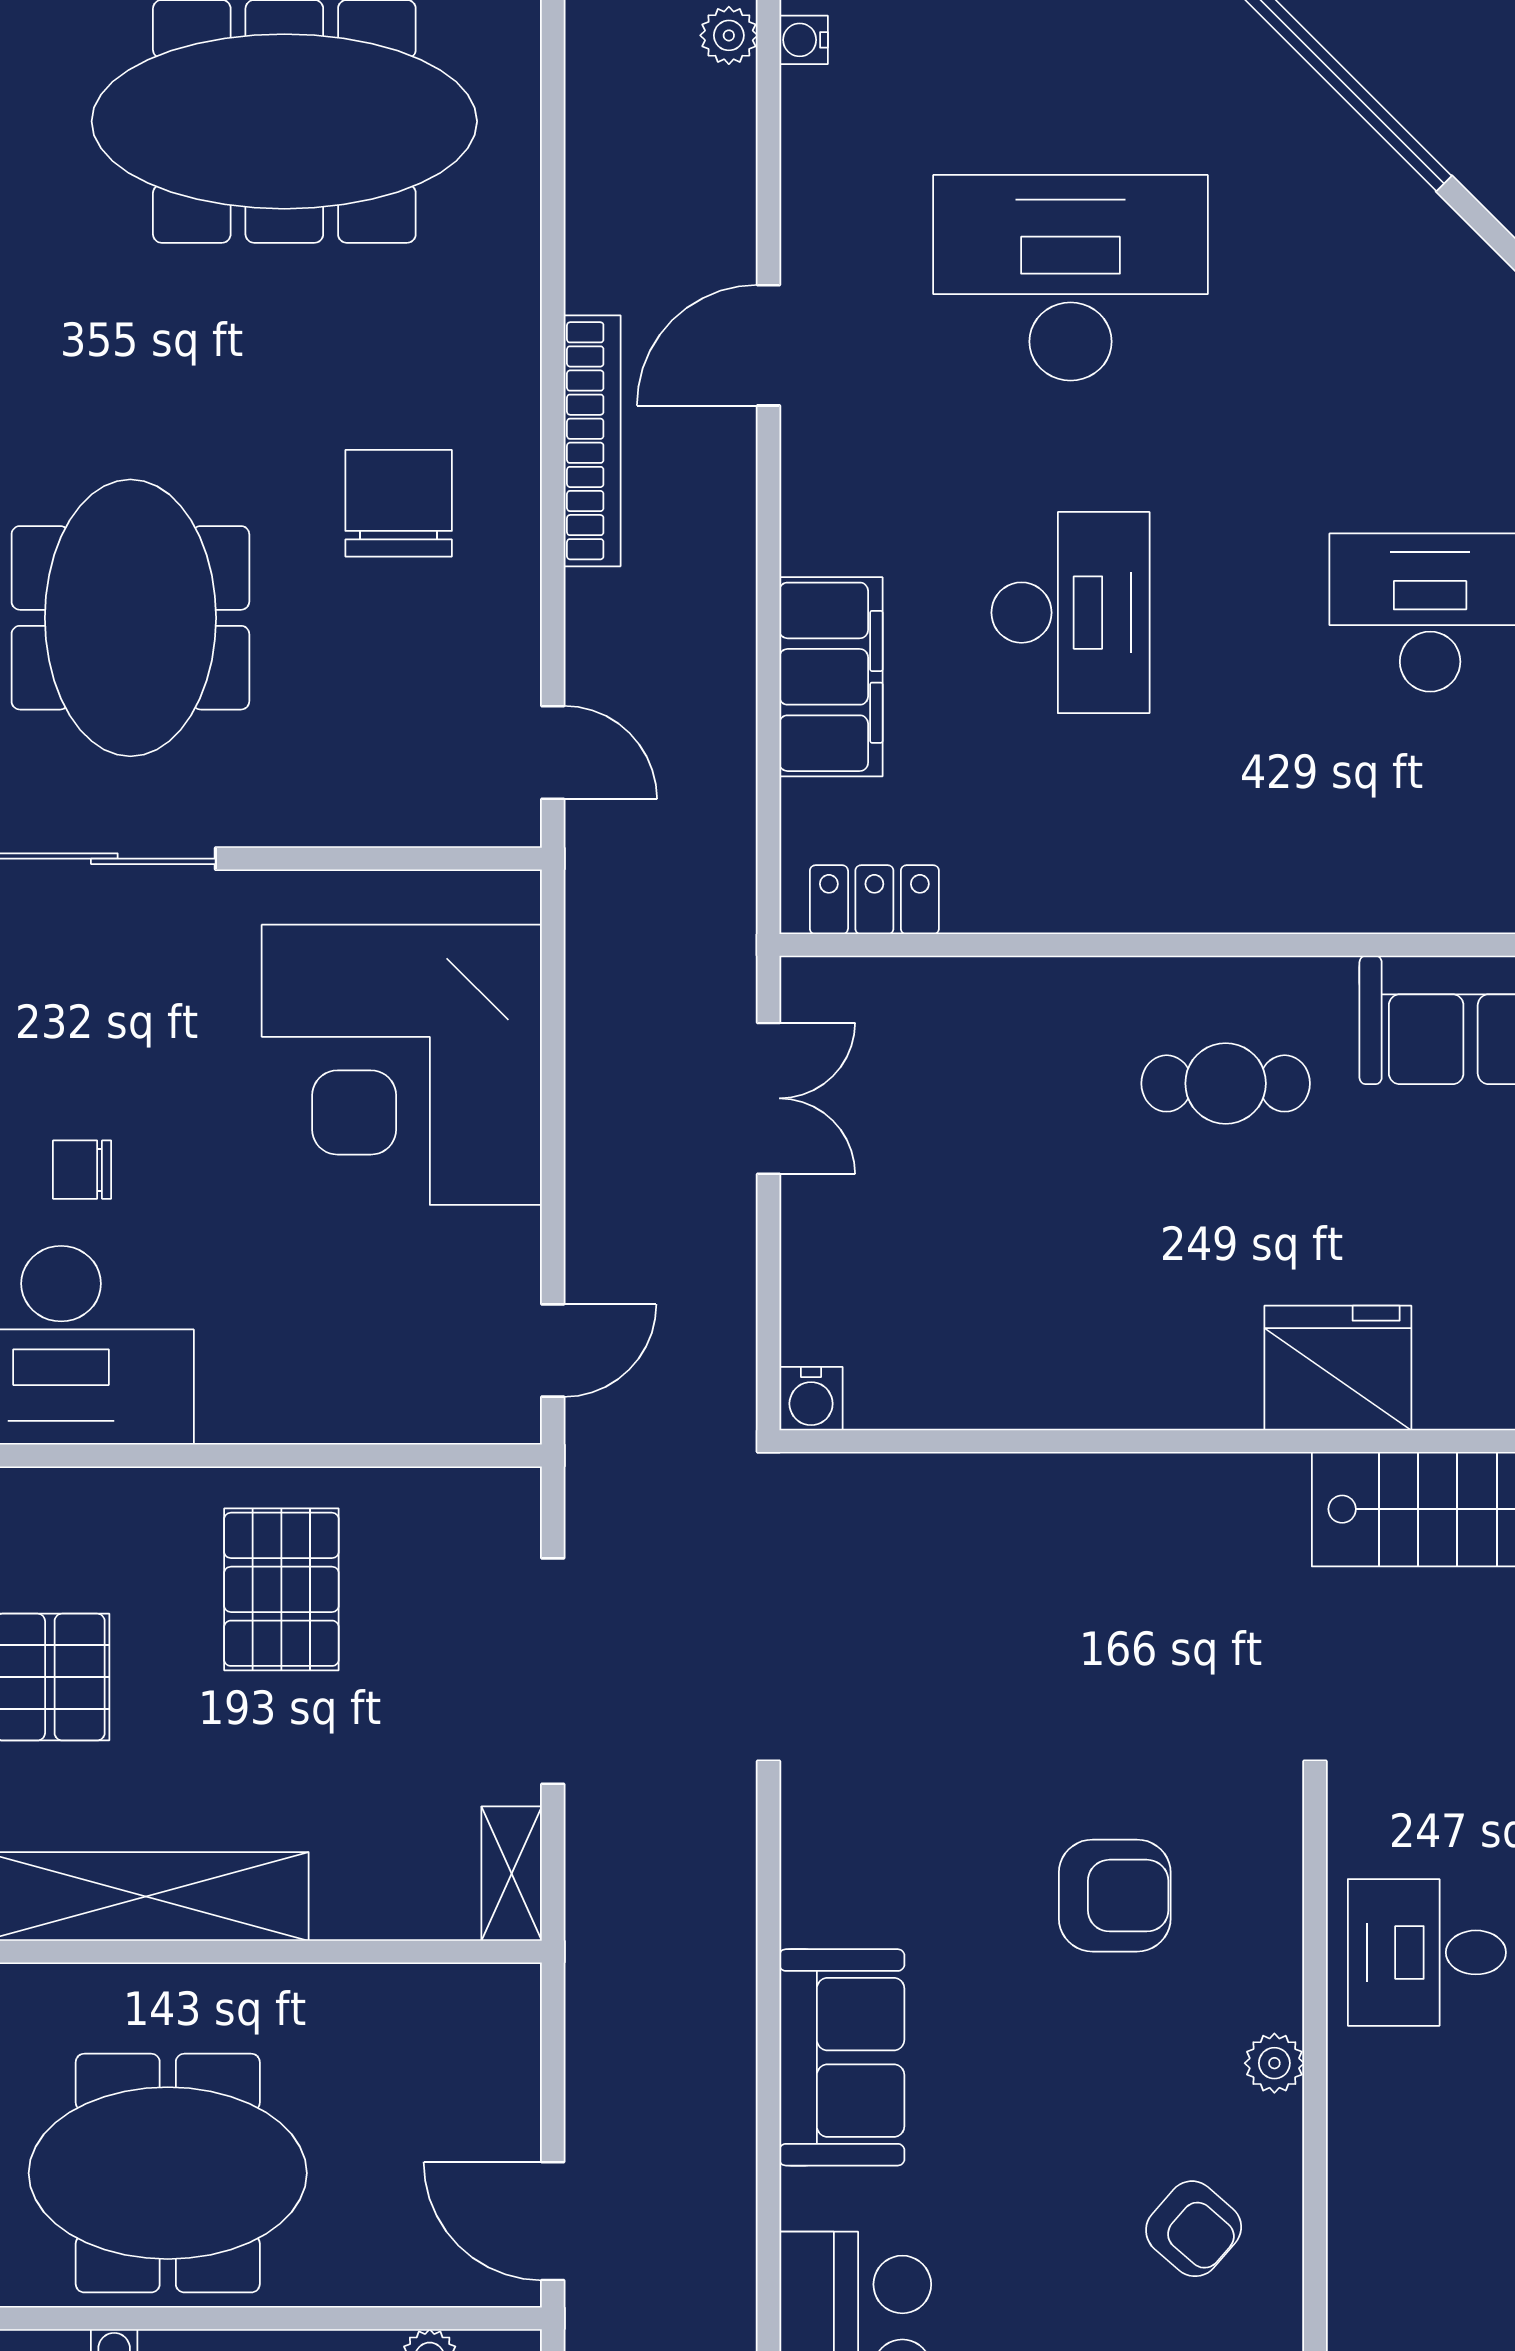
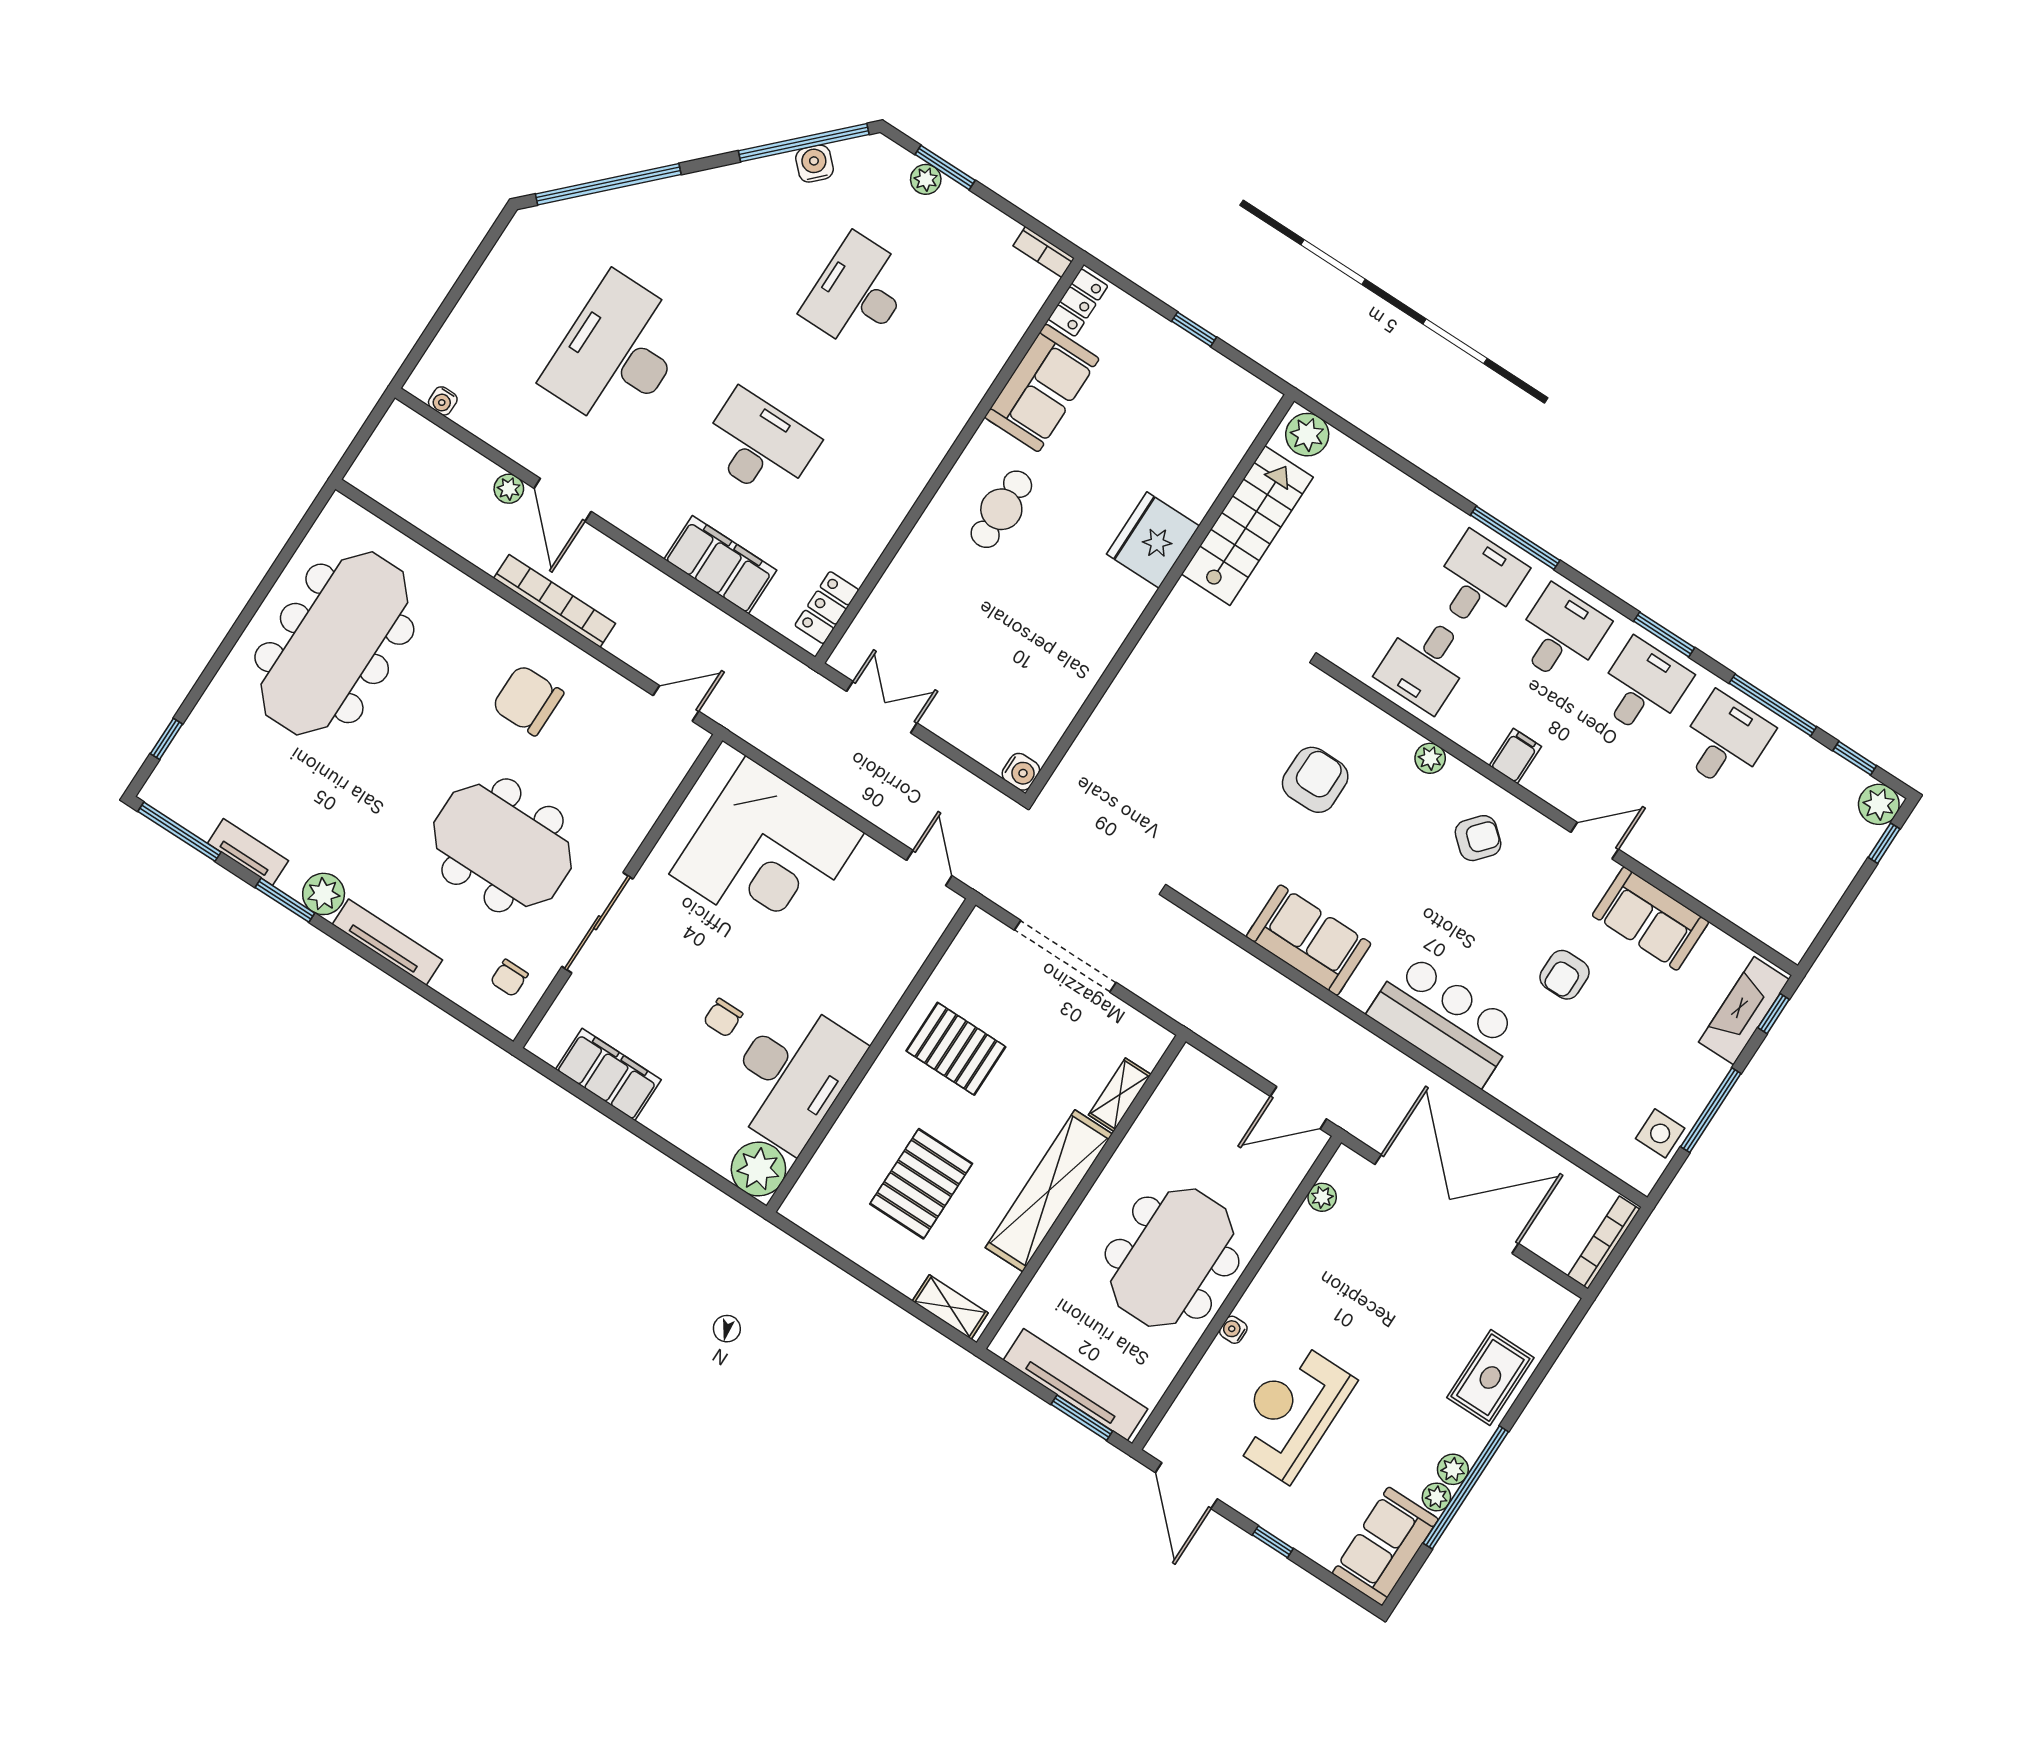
plant: (729, 35) -> (509, 489), moved
shelving: (512, 1874) -> (1120, 1095), moved, turned 90
filing cabinet: (1370, 2202) -> (1515, 756), added

